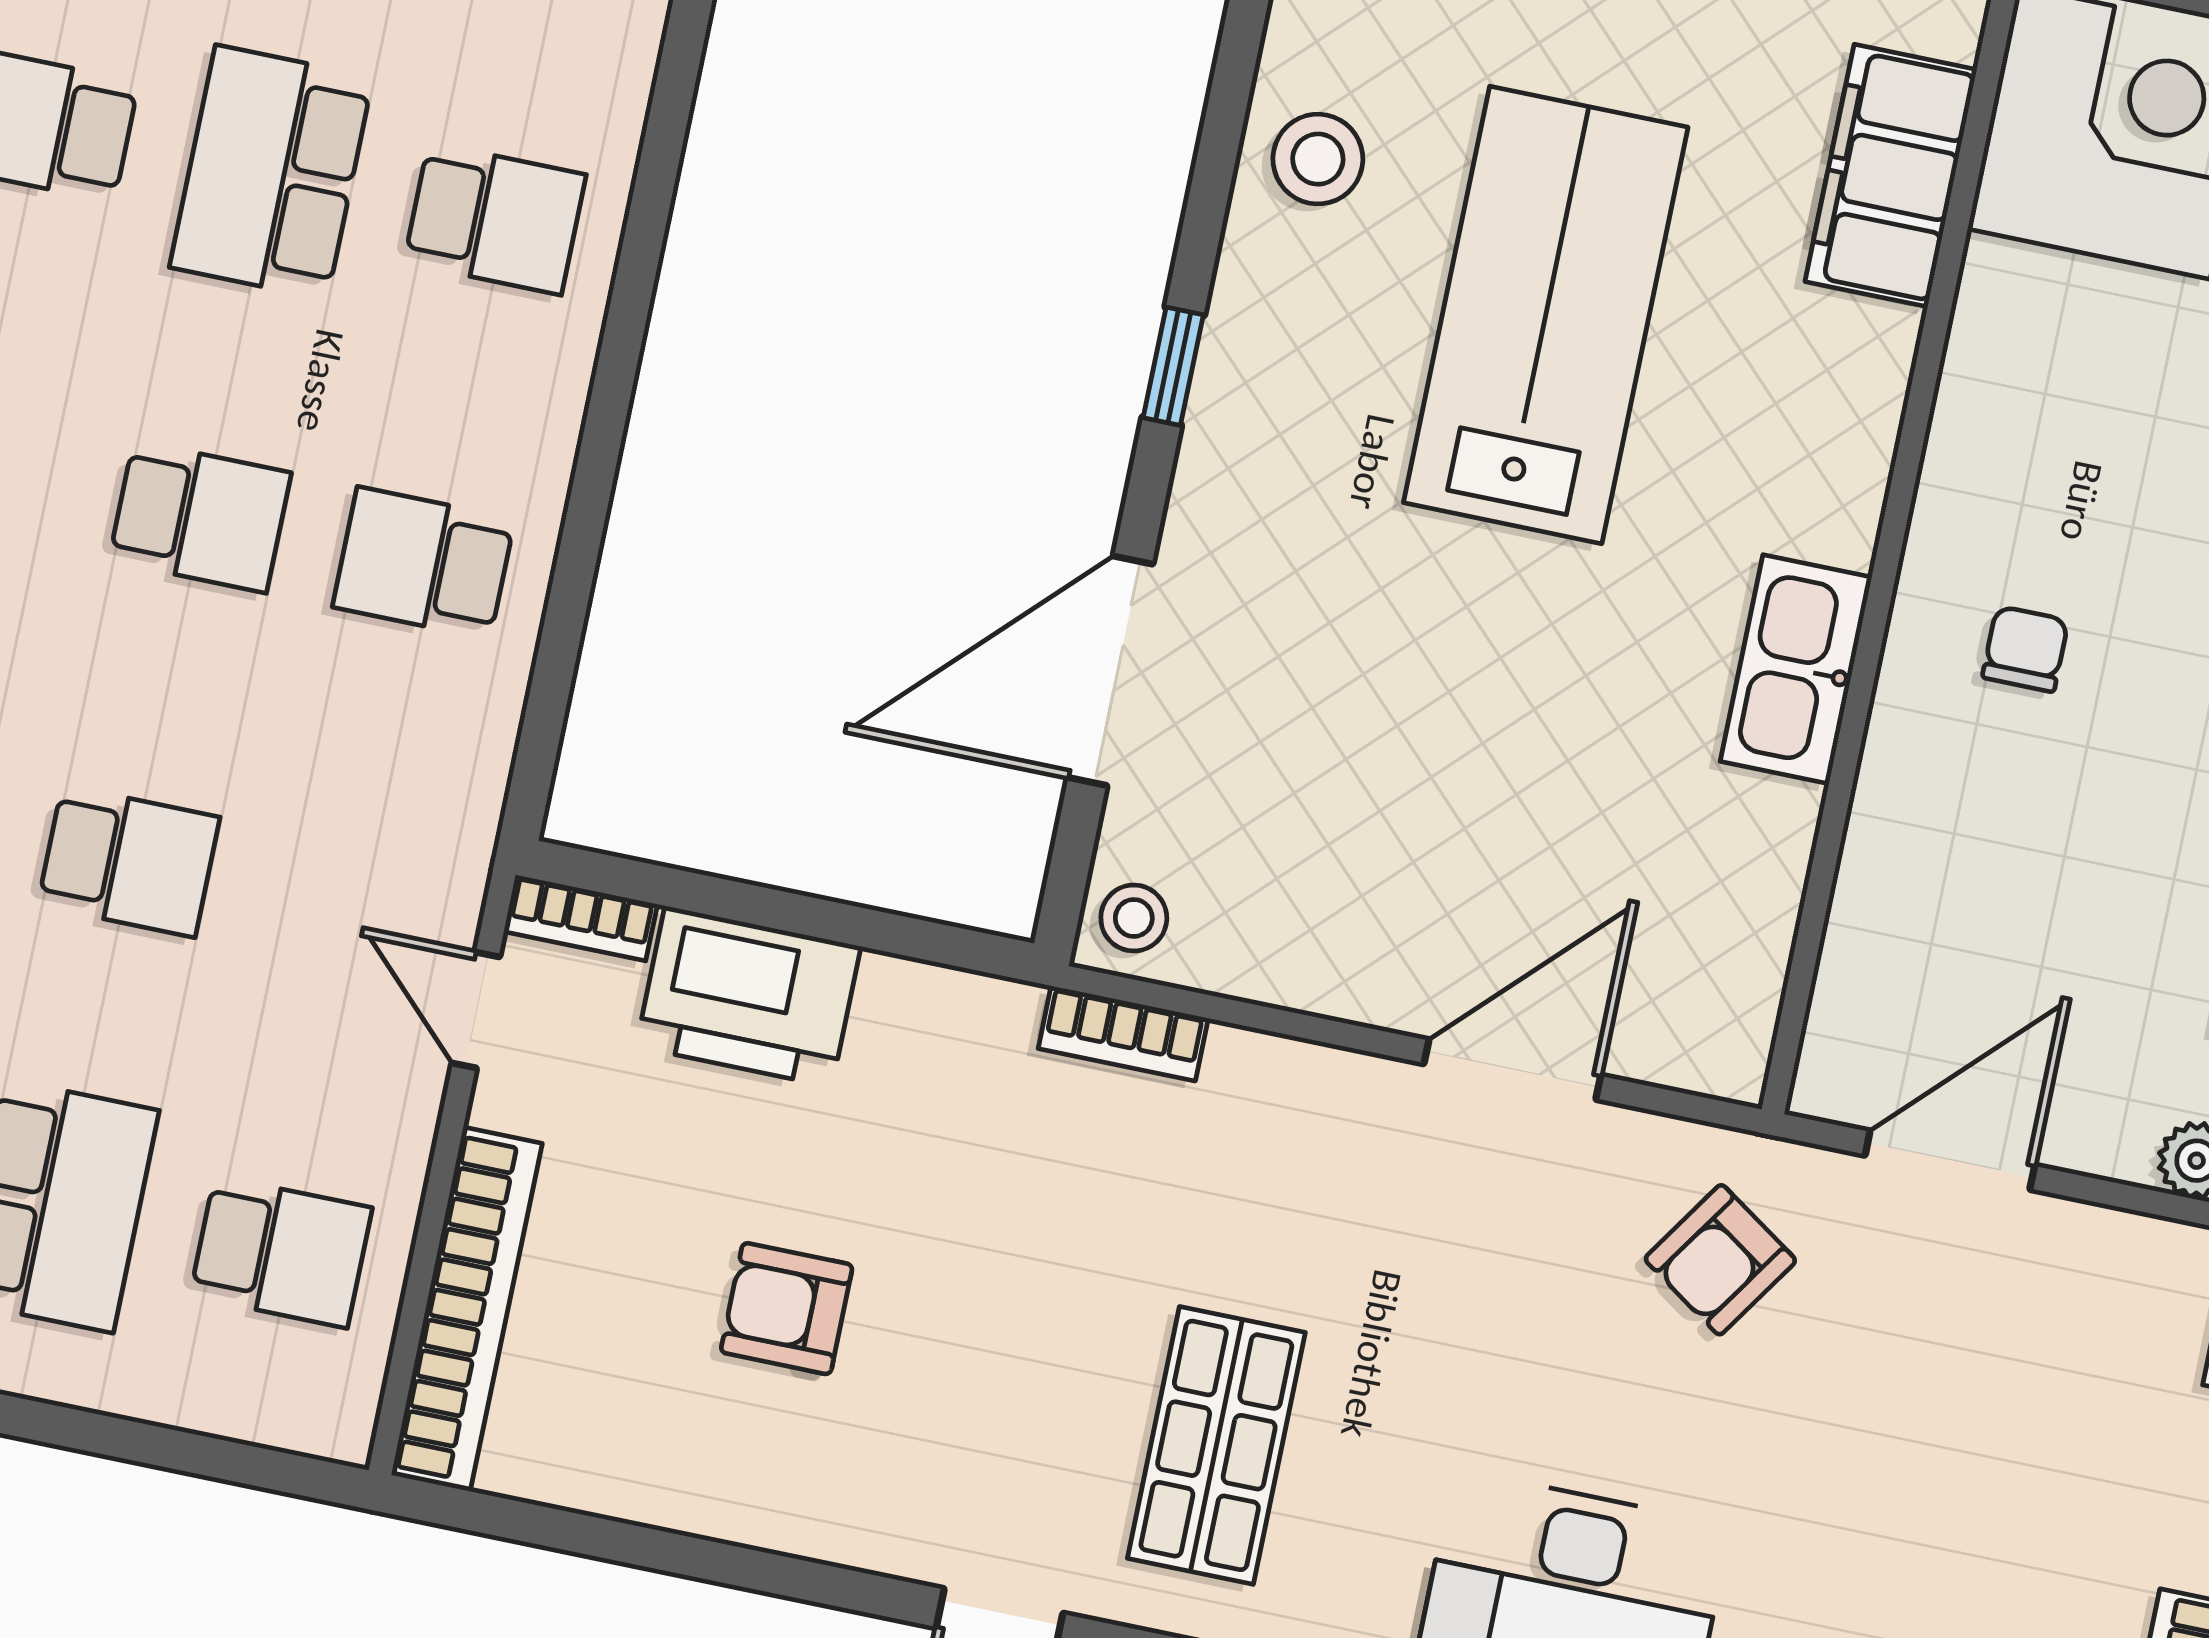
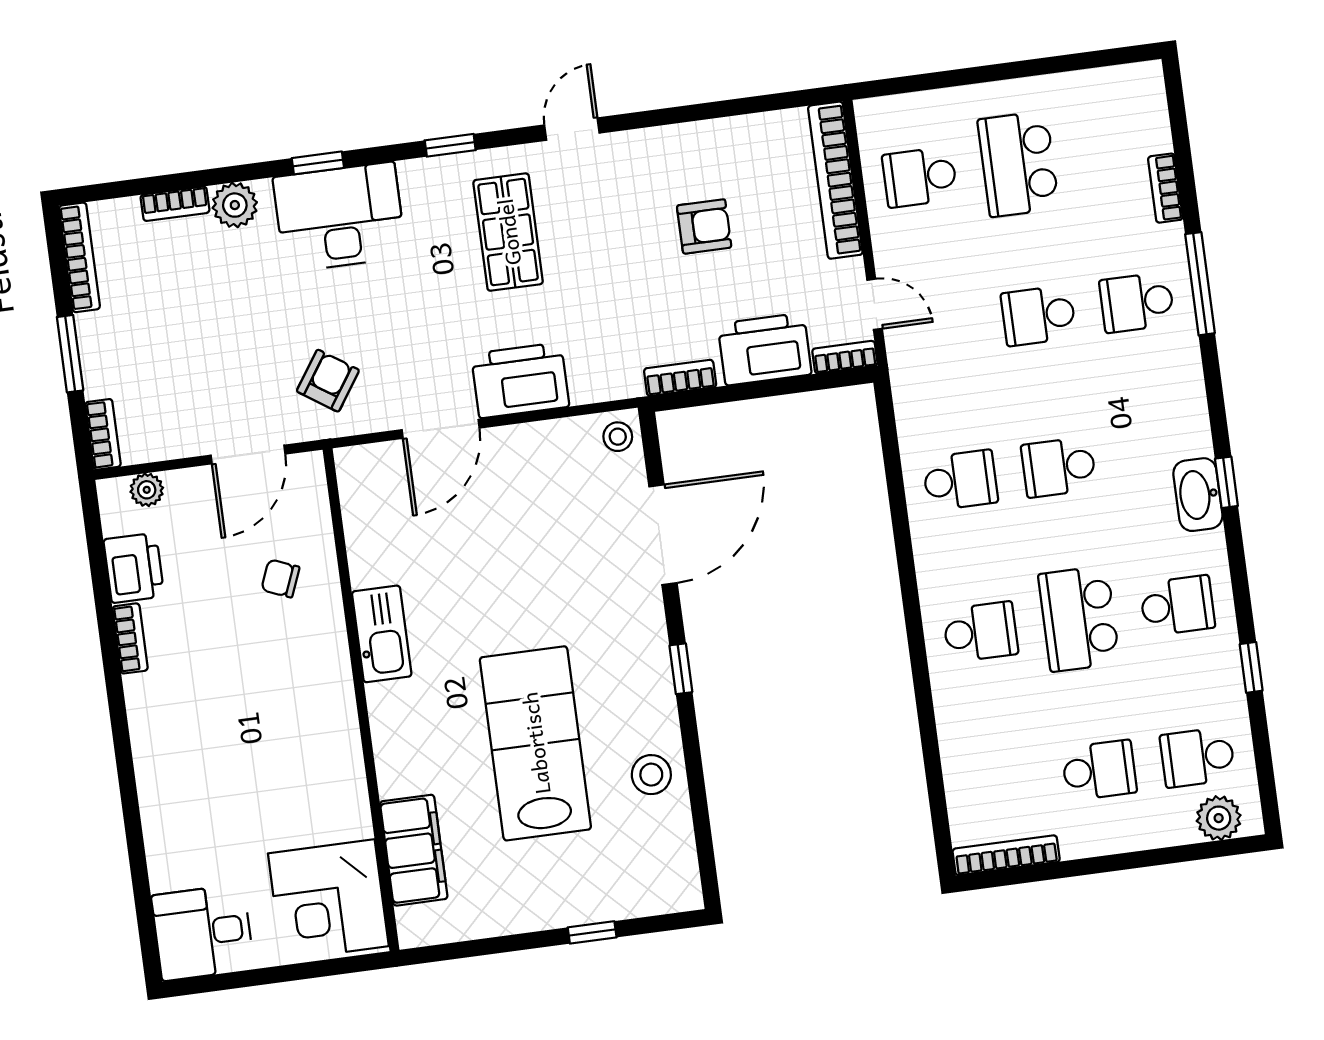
school desk: (271, 172) -> (1079, 619), turned 180
school desk: (495, 219) -> (980, 632), turned 180
lab bench: (1546, 315) -> (535, 743), turned 180
chair: (2025, 649) -> (280, 578), moved, turned 112
bookcase: (1123, 1033) -> (680, 378), moved
printer: (1303, 1115) -> (520, 380), added

